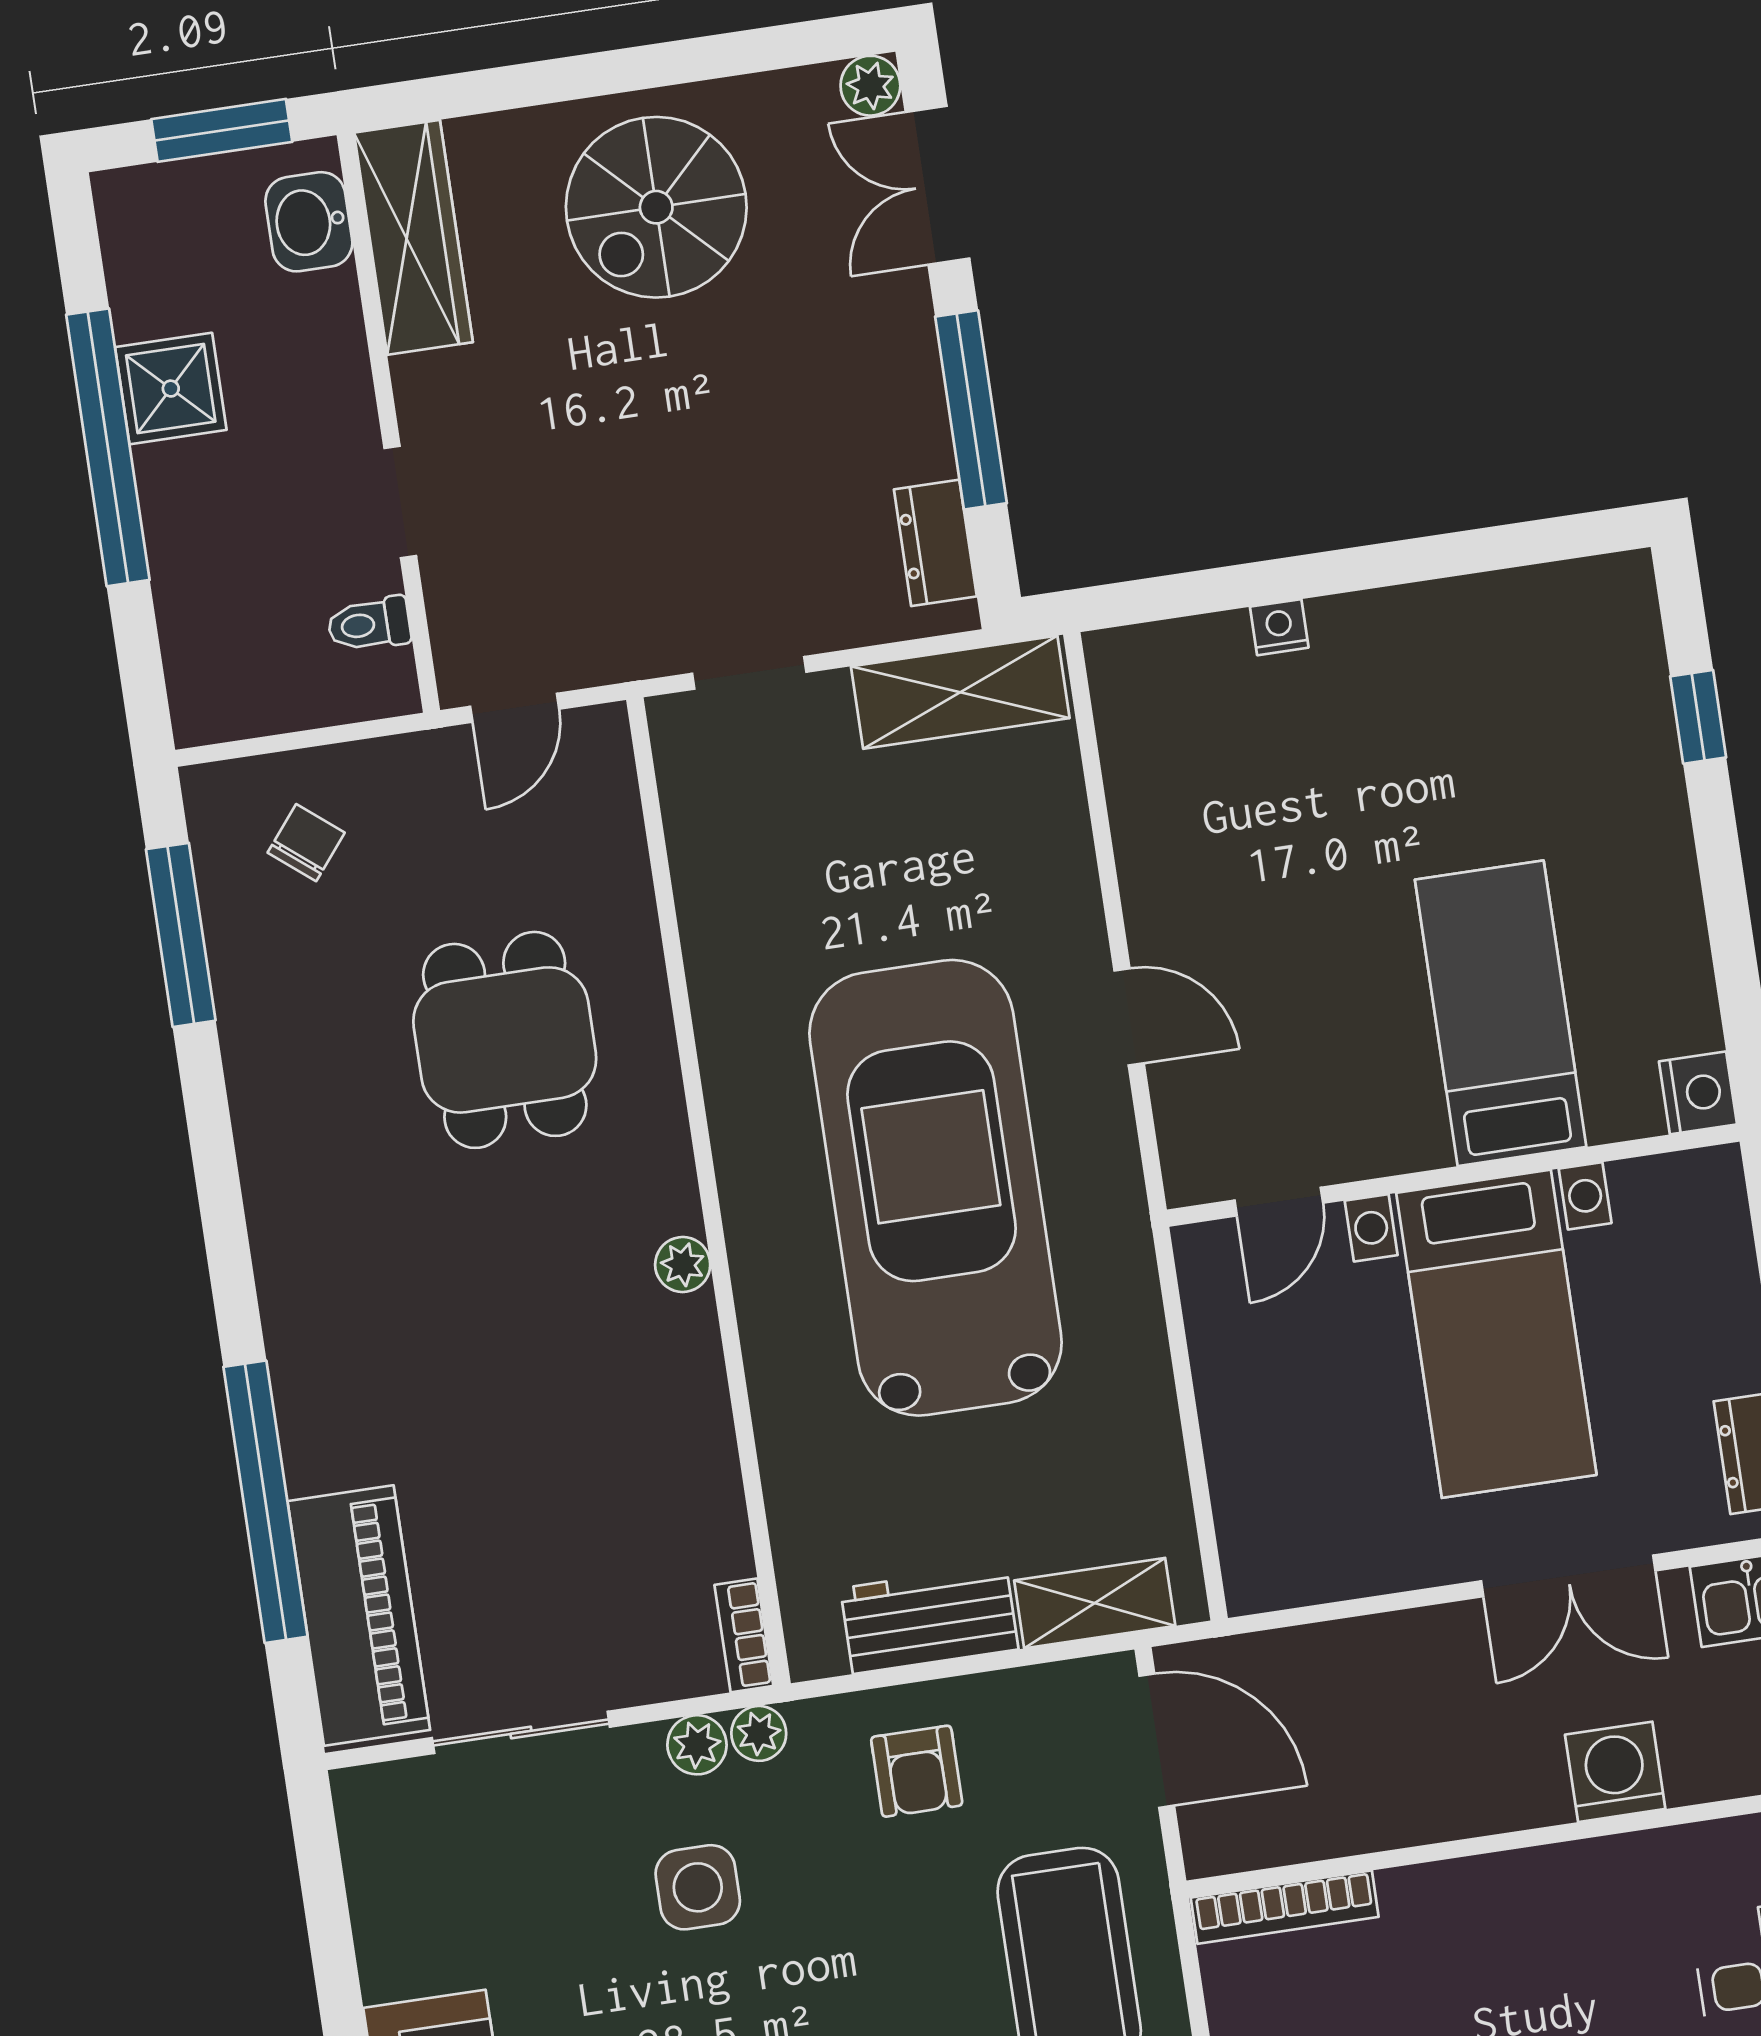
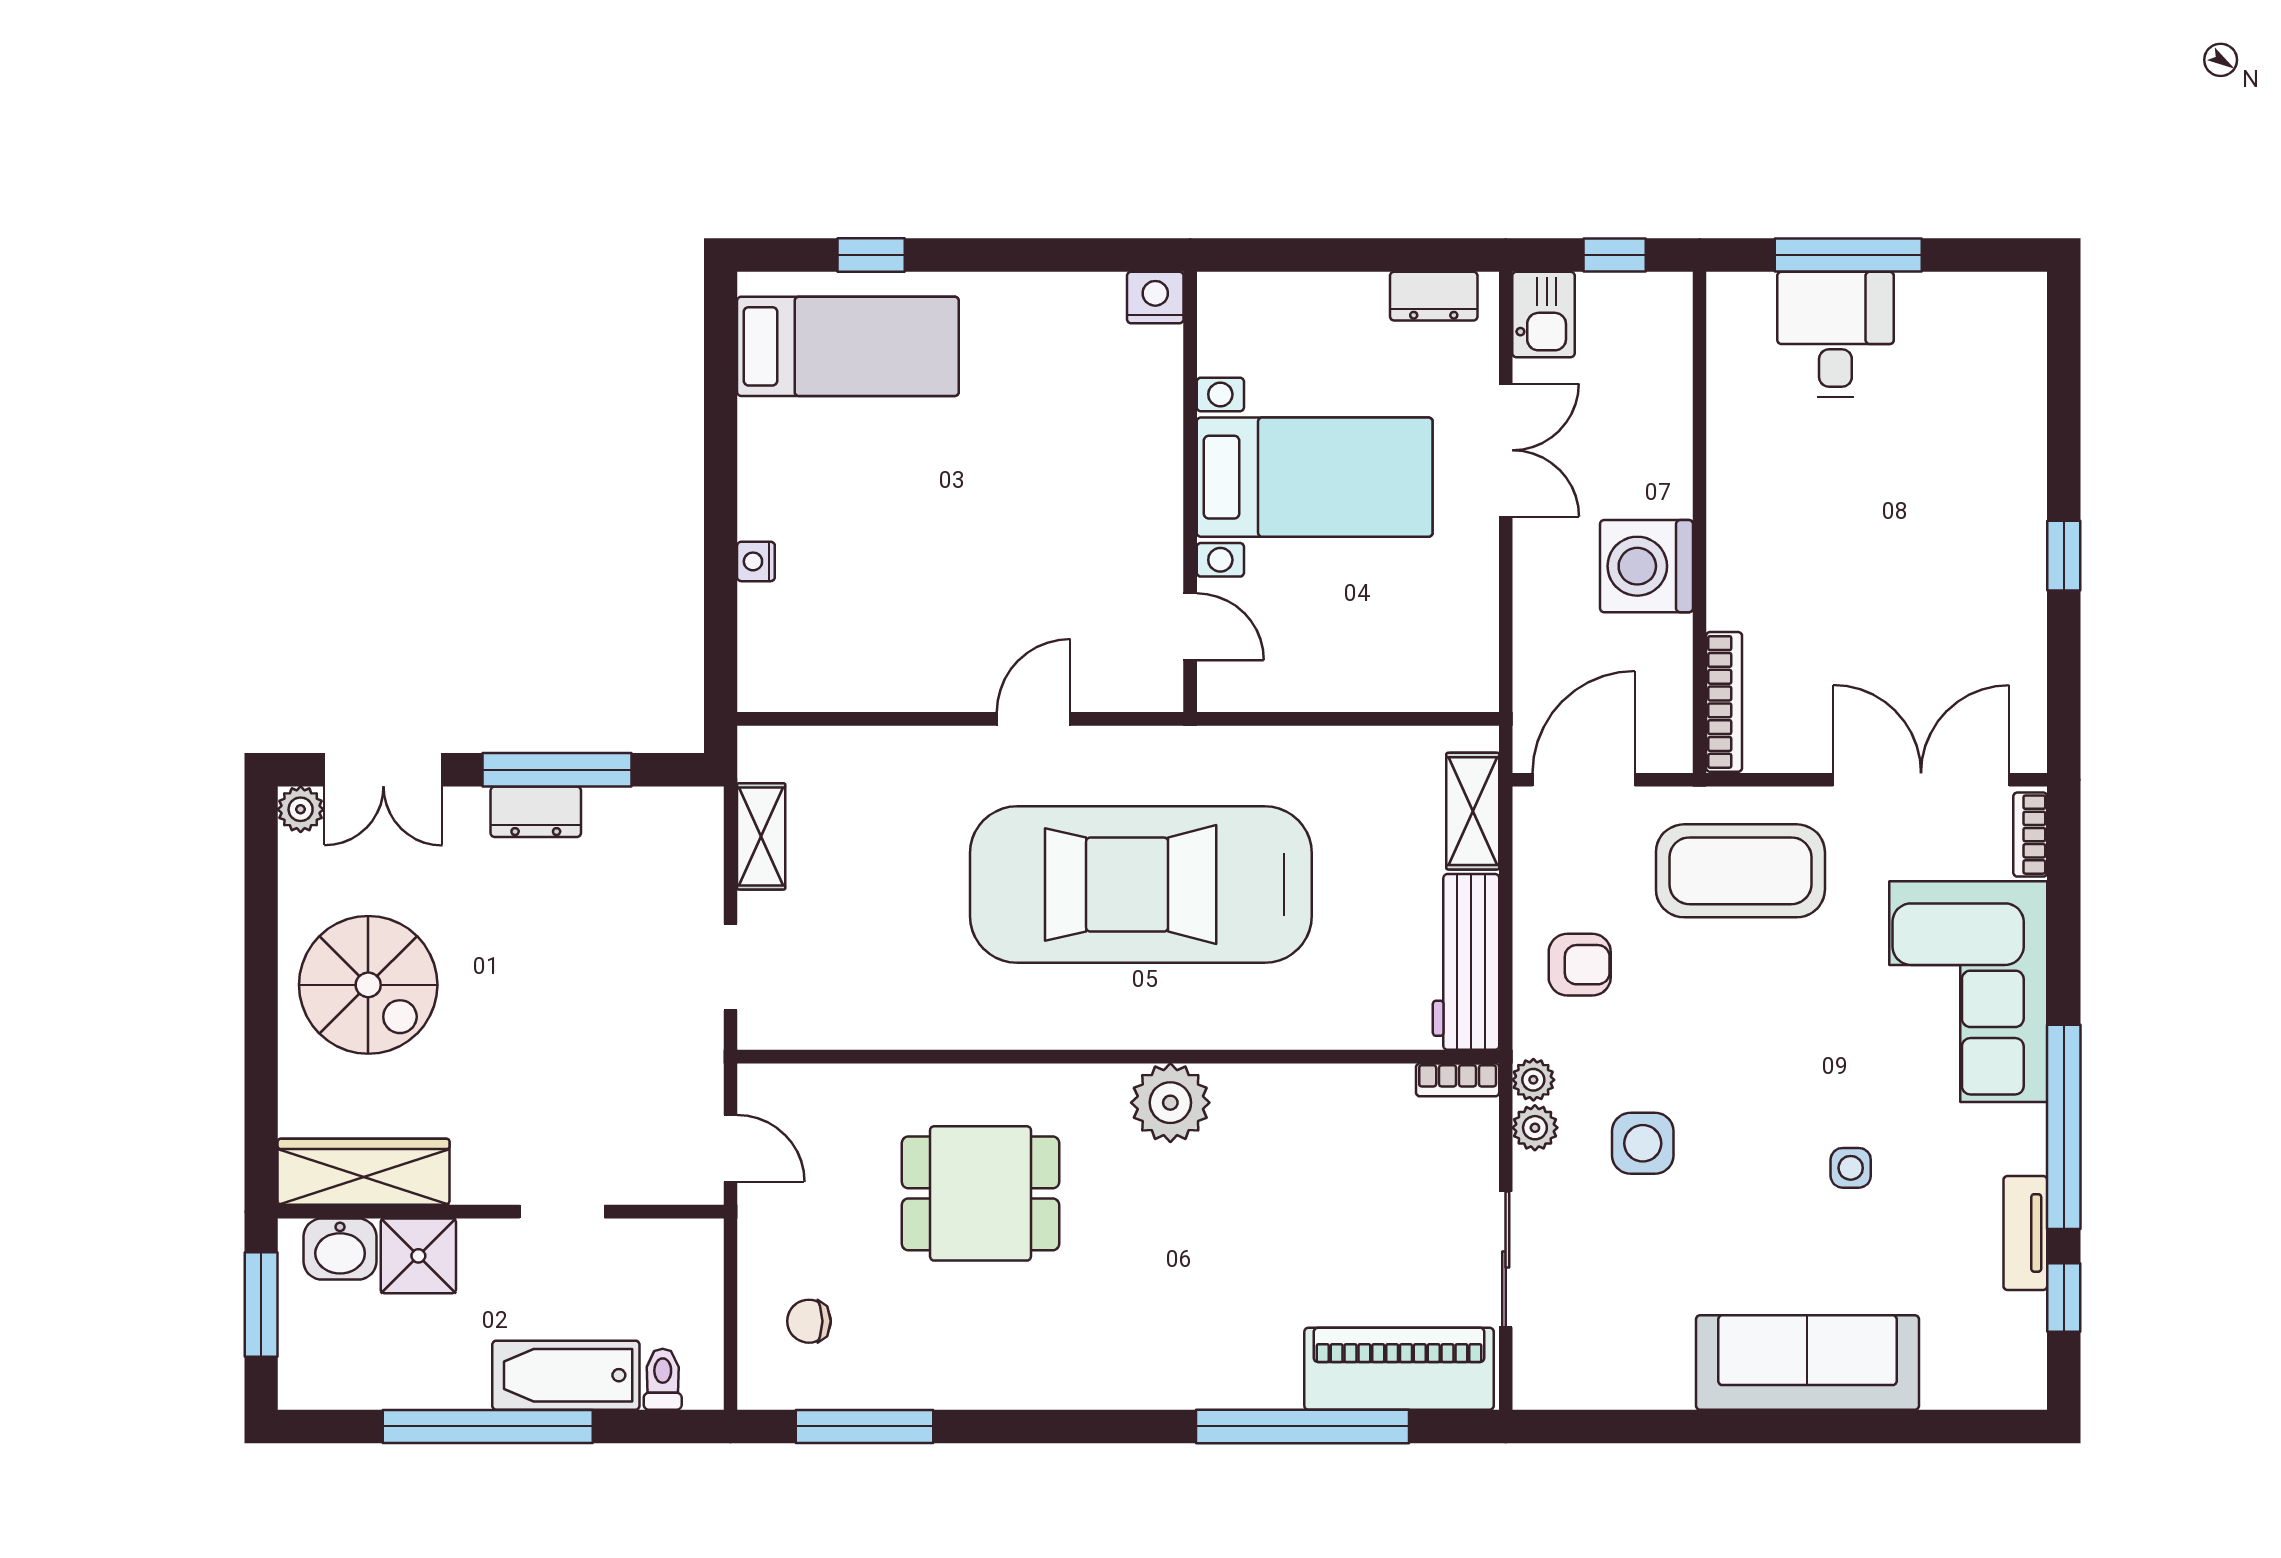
shower: (171, 389) -> (418, 1256), moved
bathtub: (189, 539) -> (566, 1375), added
dresser: (935, 543) -> (536, 812), moved
toilet: (369, 624) -> (663, 1379), moved, turned 180
shelving: (960, 692) -> (761, 836), width x0.67, depth x0.75
chair: (306, 843) -> (809, 1321), turned -39
bed: (1501, 1013) -> (848, 346), moved, turned 180
plant: (683, 1265) -> (1170, 1103), width x1.88, depth x1.88
workbench: (929, 1619) -> (1466, 962), width x1.38
washing machine: (1615, 1772) -> (1647, 566), moved, width x1.37, depth x1.37

